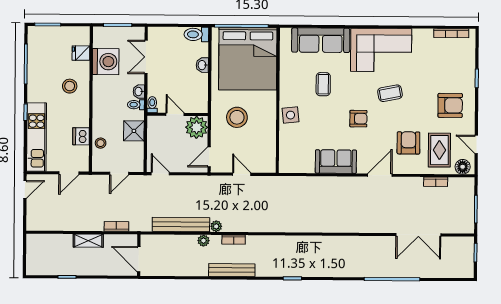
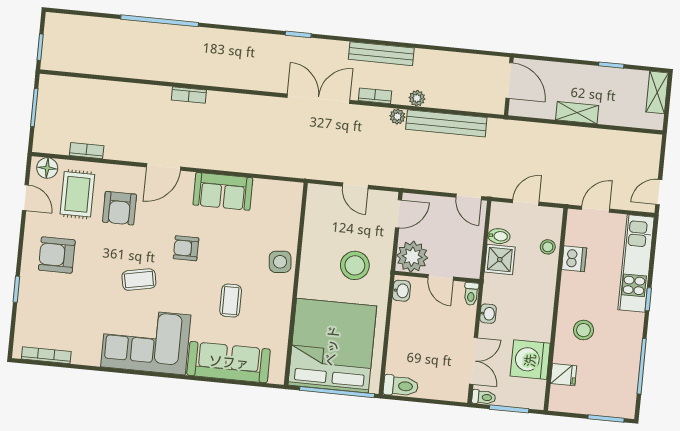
washbasin: (202, 65) -> (401, 291), moved
toilet: (136, 105) -> (484, 397), moved
bidet: (136, 148) -> (499, 236), added
bookcase: (116, 226) -> (189, 95), moved
double door: (418, 235) -> (318, 99), moved
shelving: (33, 260) -> (657, 92), added

